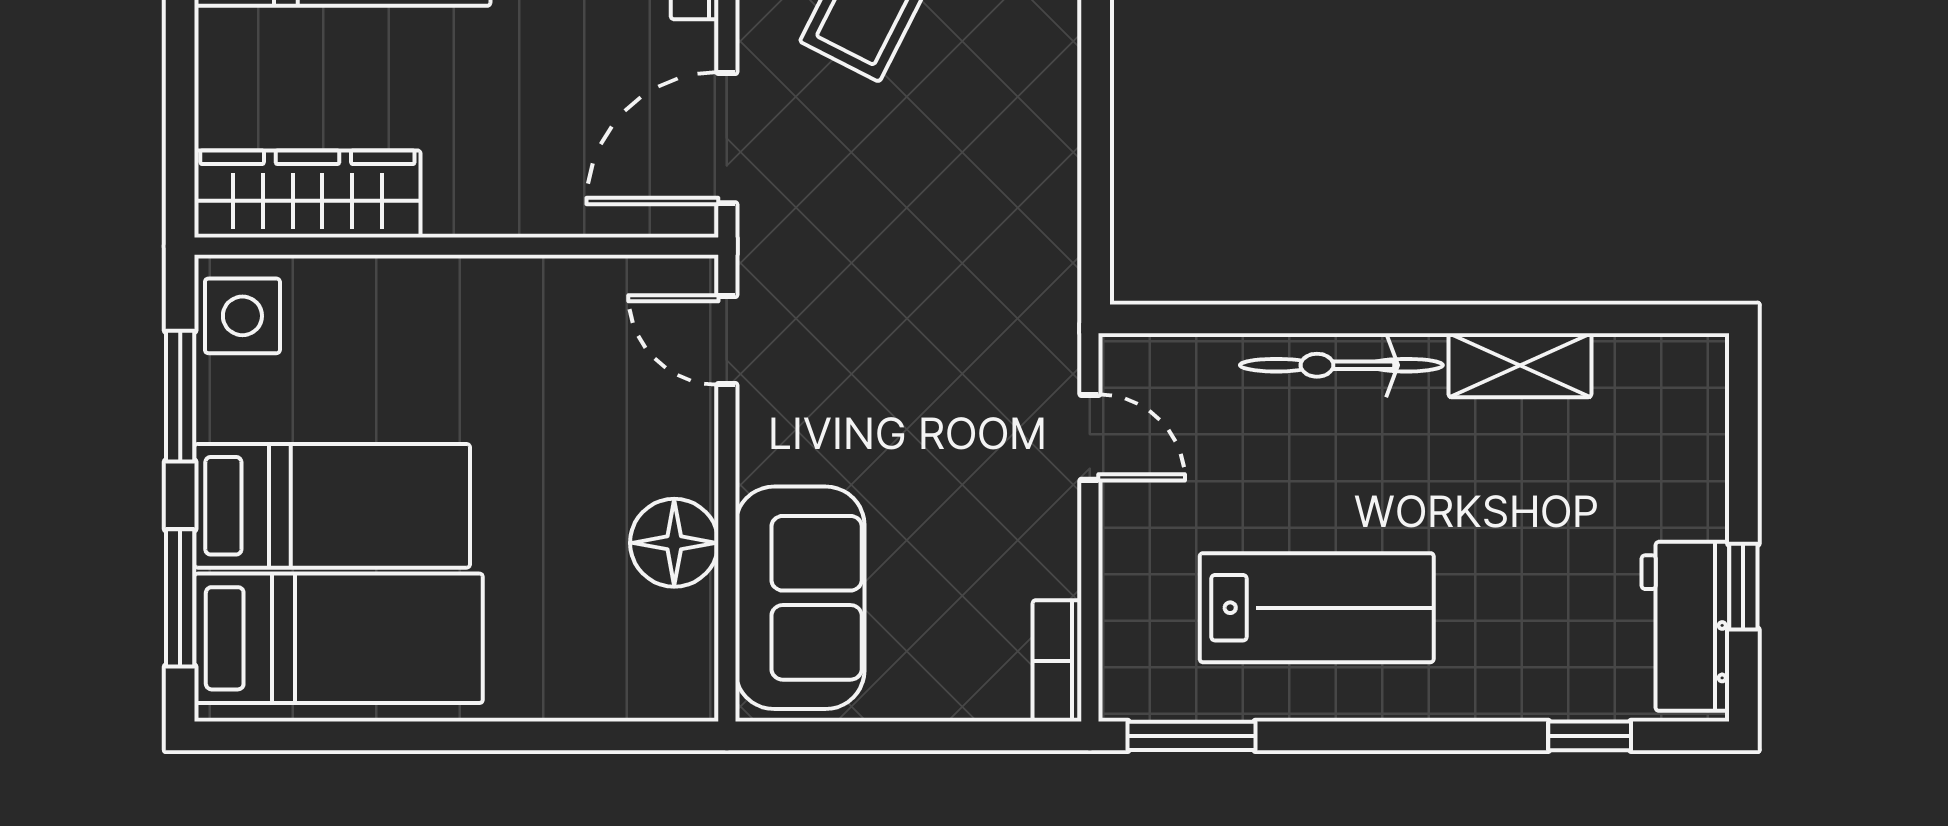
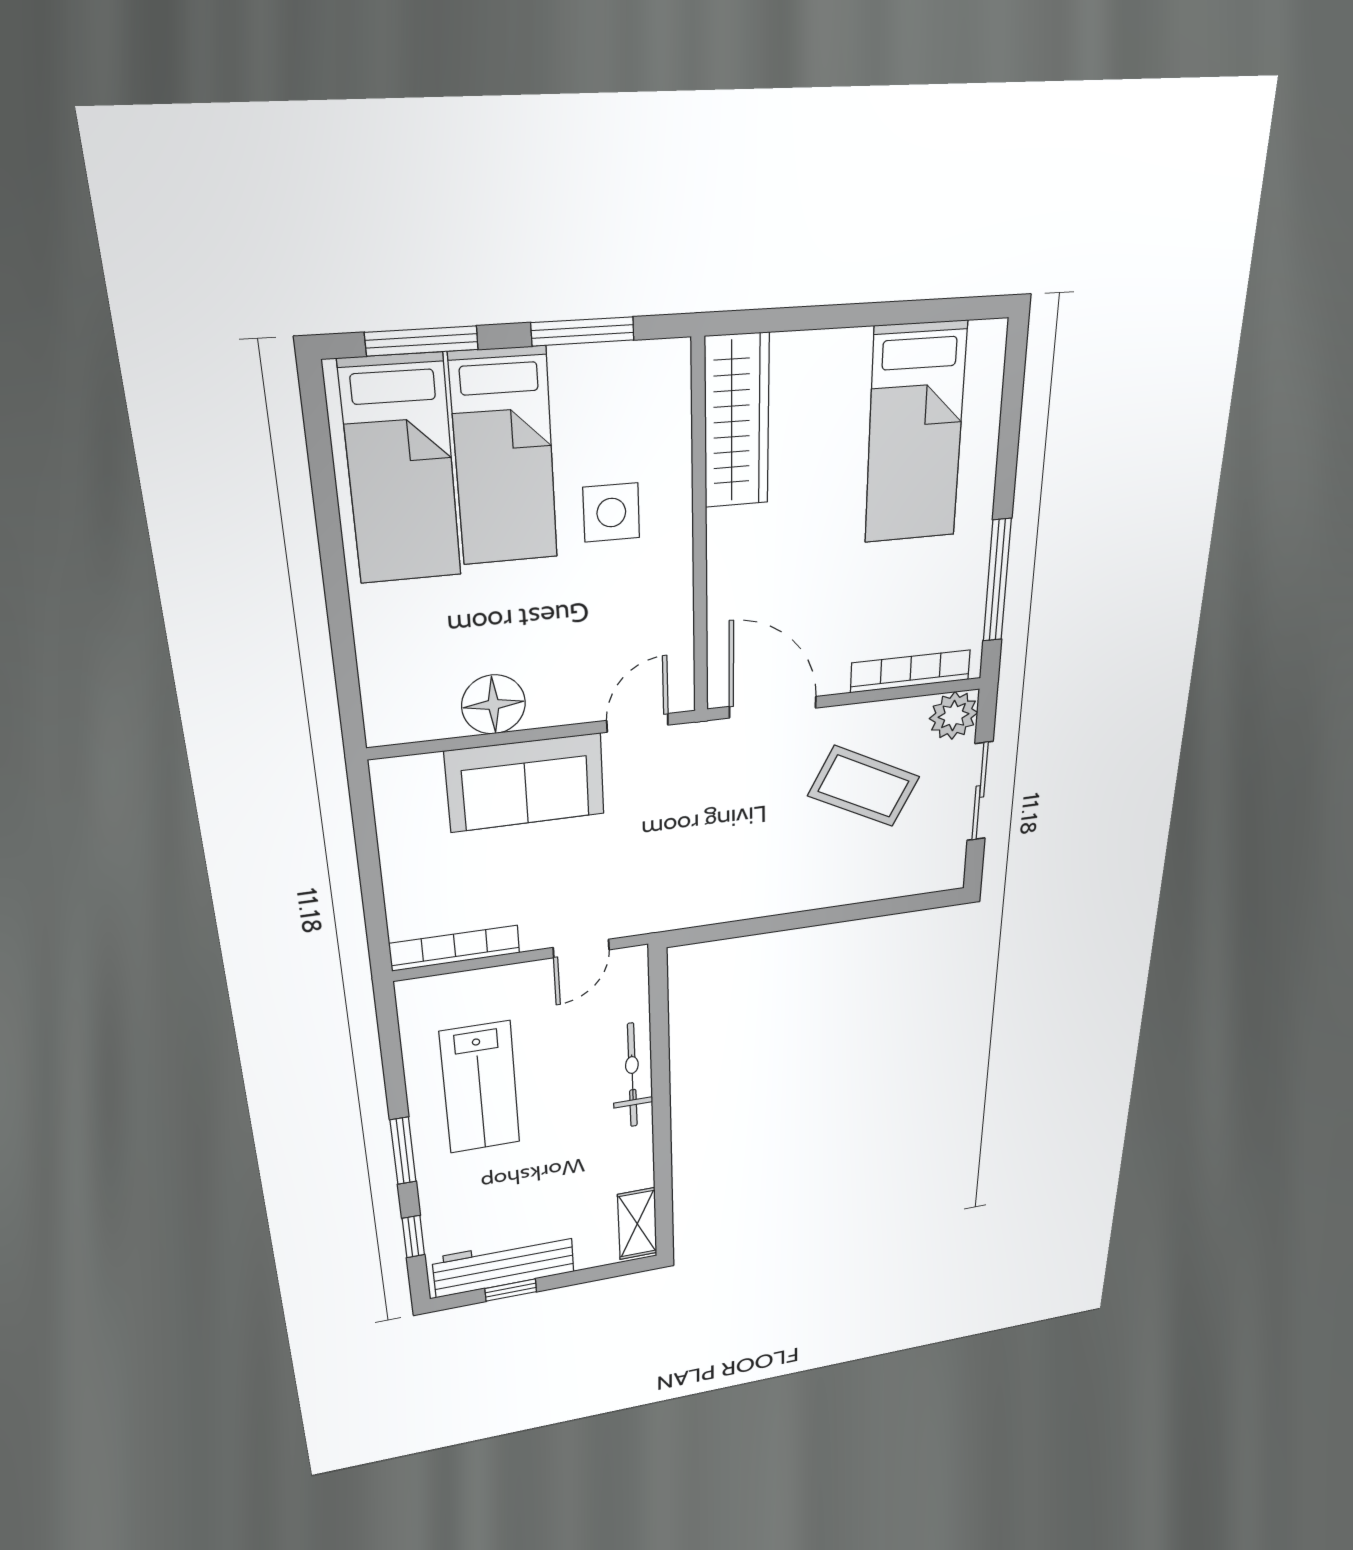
side table: (242, 316) -> (611, 513), moved
shelving: (1520, 365) -> (637, 1224), moved
sofa: (800, 598) -> (525, 783), moved
workbench: (1685, 626) -> (504, 1265), width x1.38
bookcase: (1057, 661) -> (455, 948), width x1.56
window: (1192, 736) -> (403, 1151), moved

